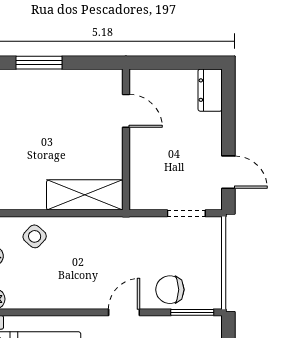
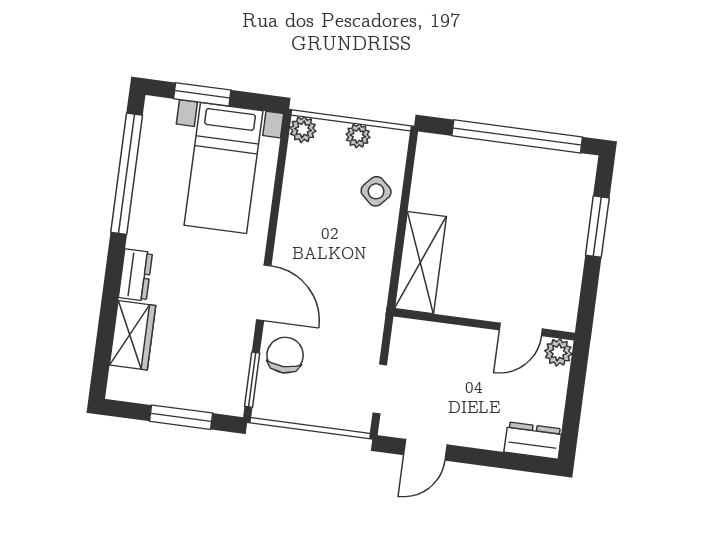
plant: (140, 80) -> (558, 352), added
door: (124, 312) -> (264, 293), width x1.37

